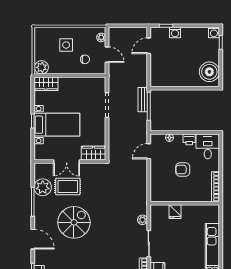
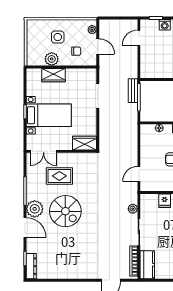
plant: (41, 67) -> (52, 59), moved
wardrobe: (46, 84) -> (54, 75), moved
door: (149, 151) -> (139, 174), moved
double door: (67, 161) -> (44, 151), moved
plant: (43, 187) -> (35, 209), moved
spiral stairs: (74, 222) -> (65, 211), turned 90

